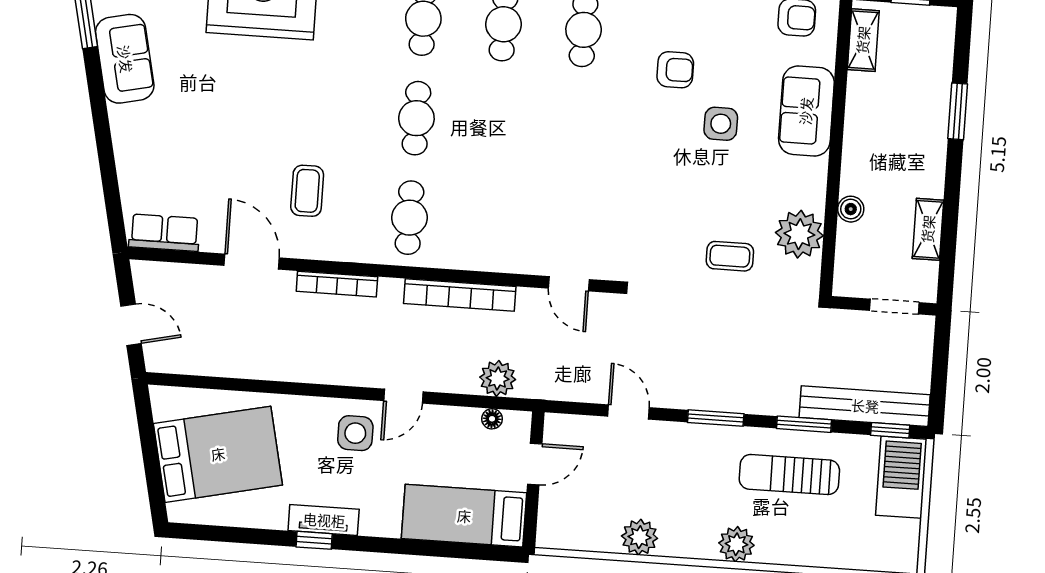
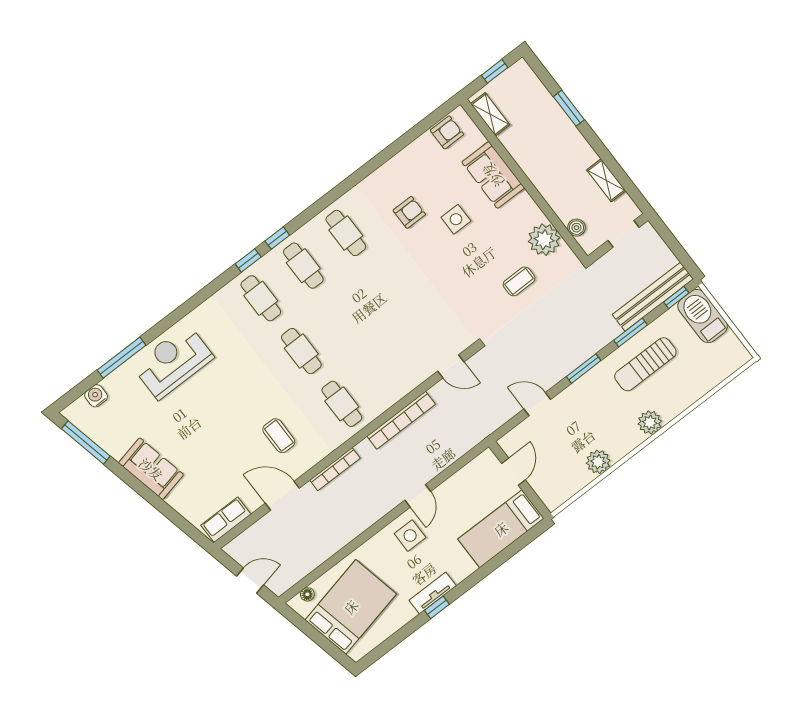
sofa: (125, 59) -> (151, 469), moved
boiler: (851, 209) -> (576, 228), moved
plant: (498, 378) -> (457, 445), removed
floor lamp: (492, 419) -> (307, 594), moved

